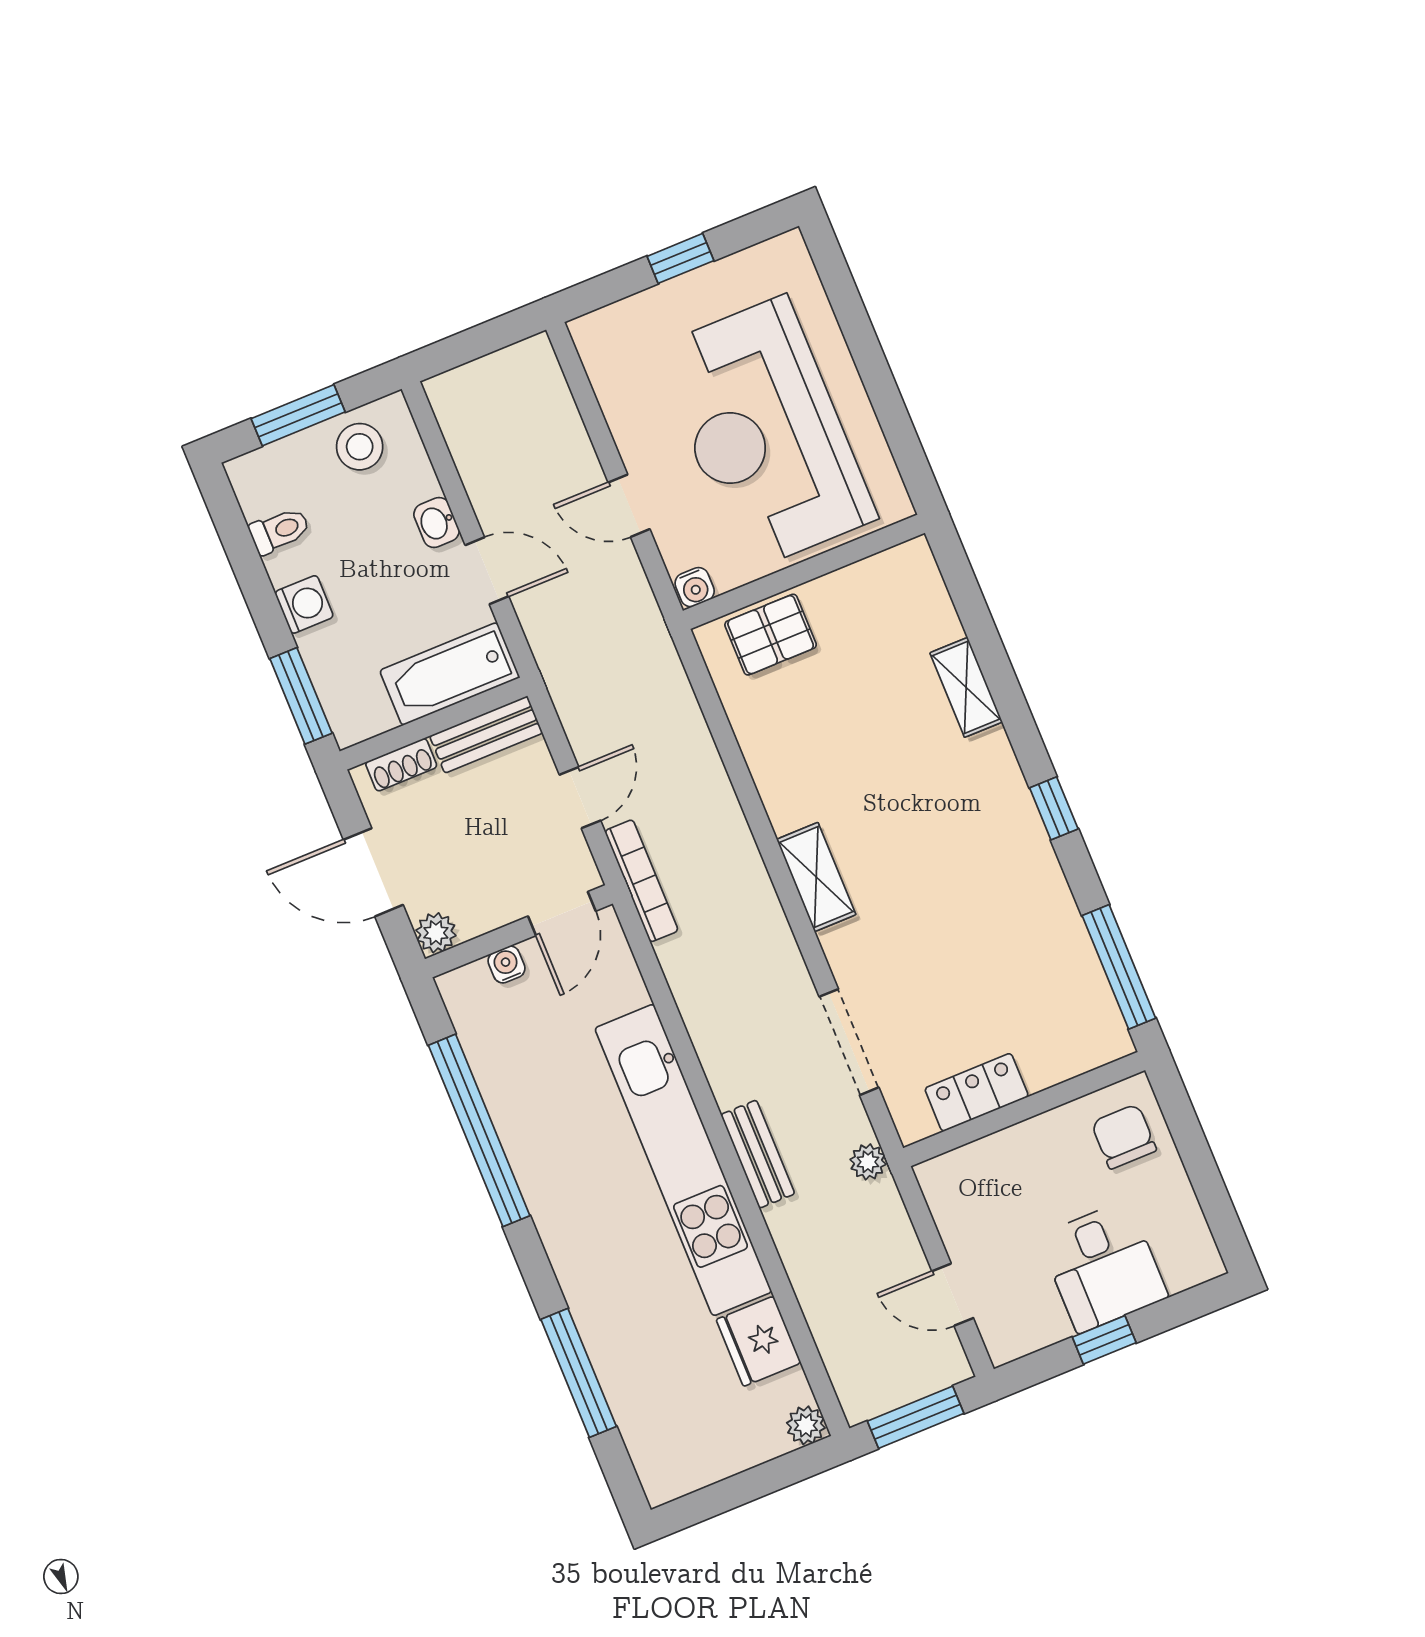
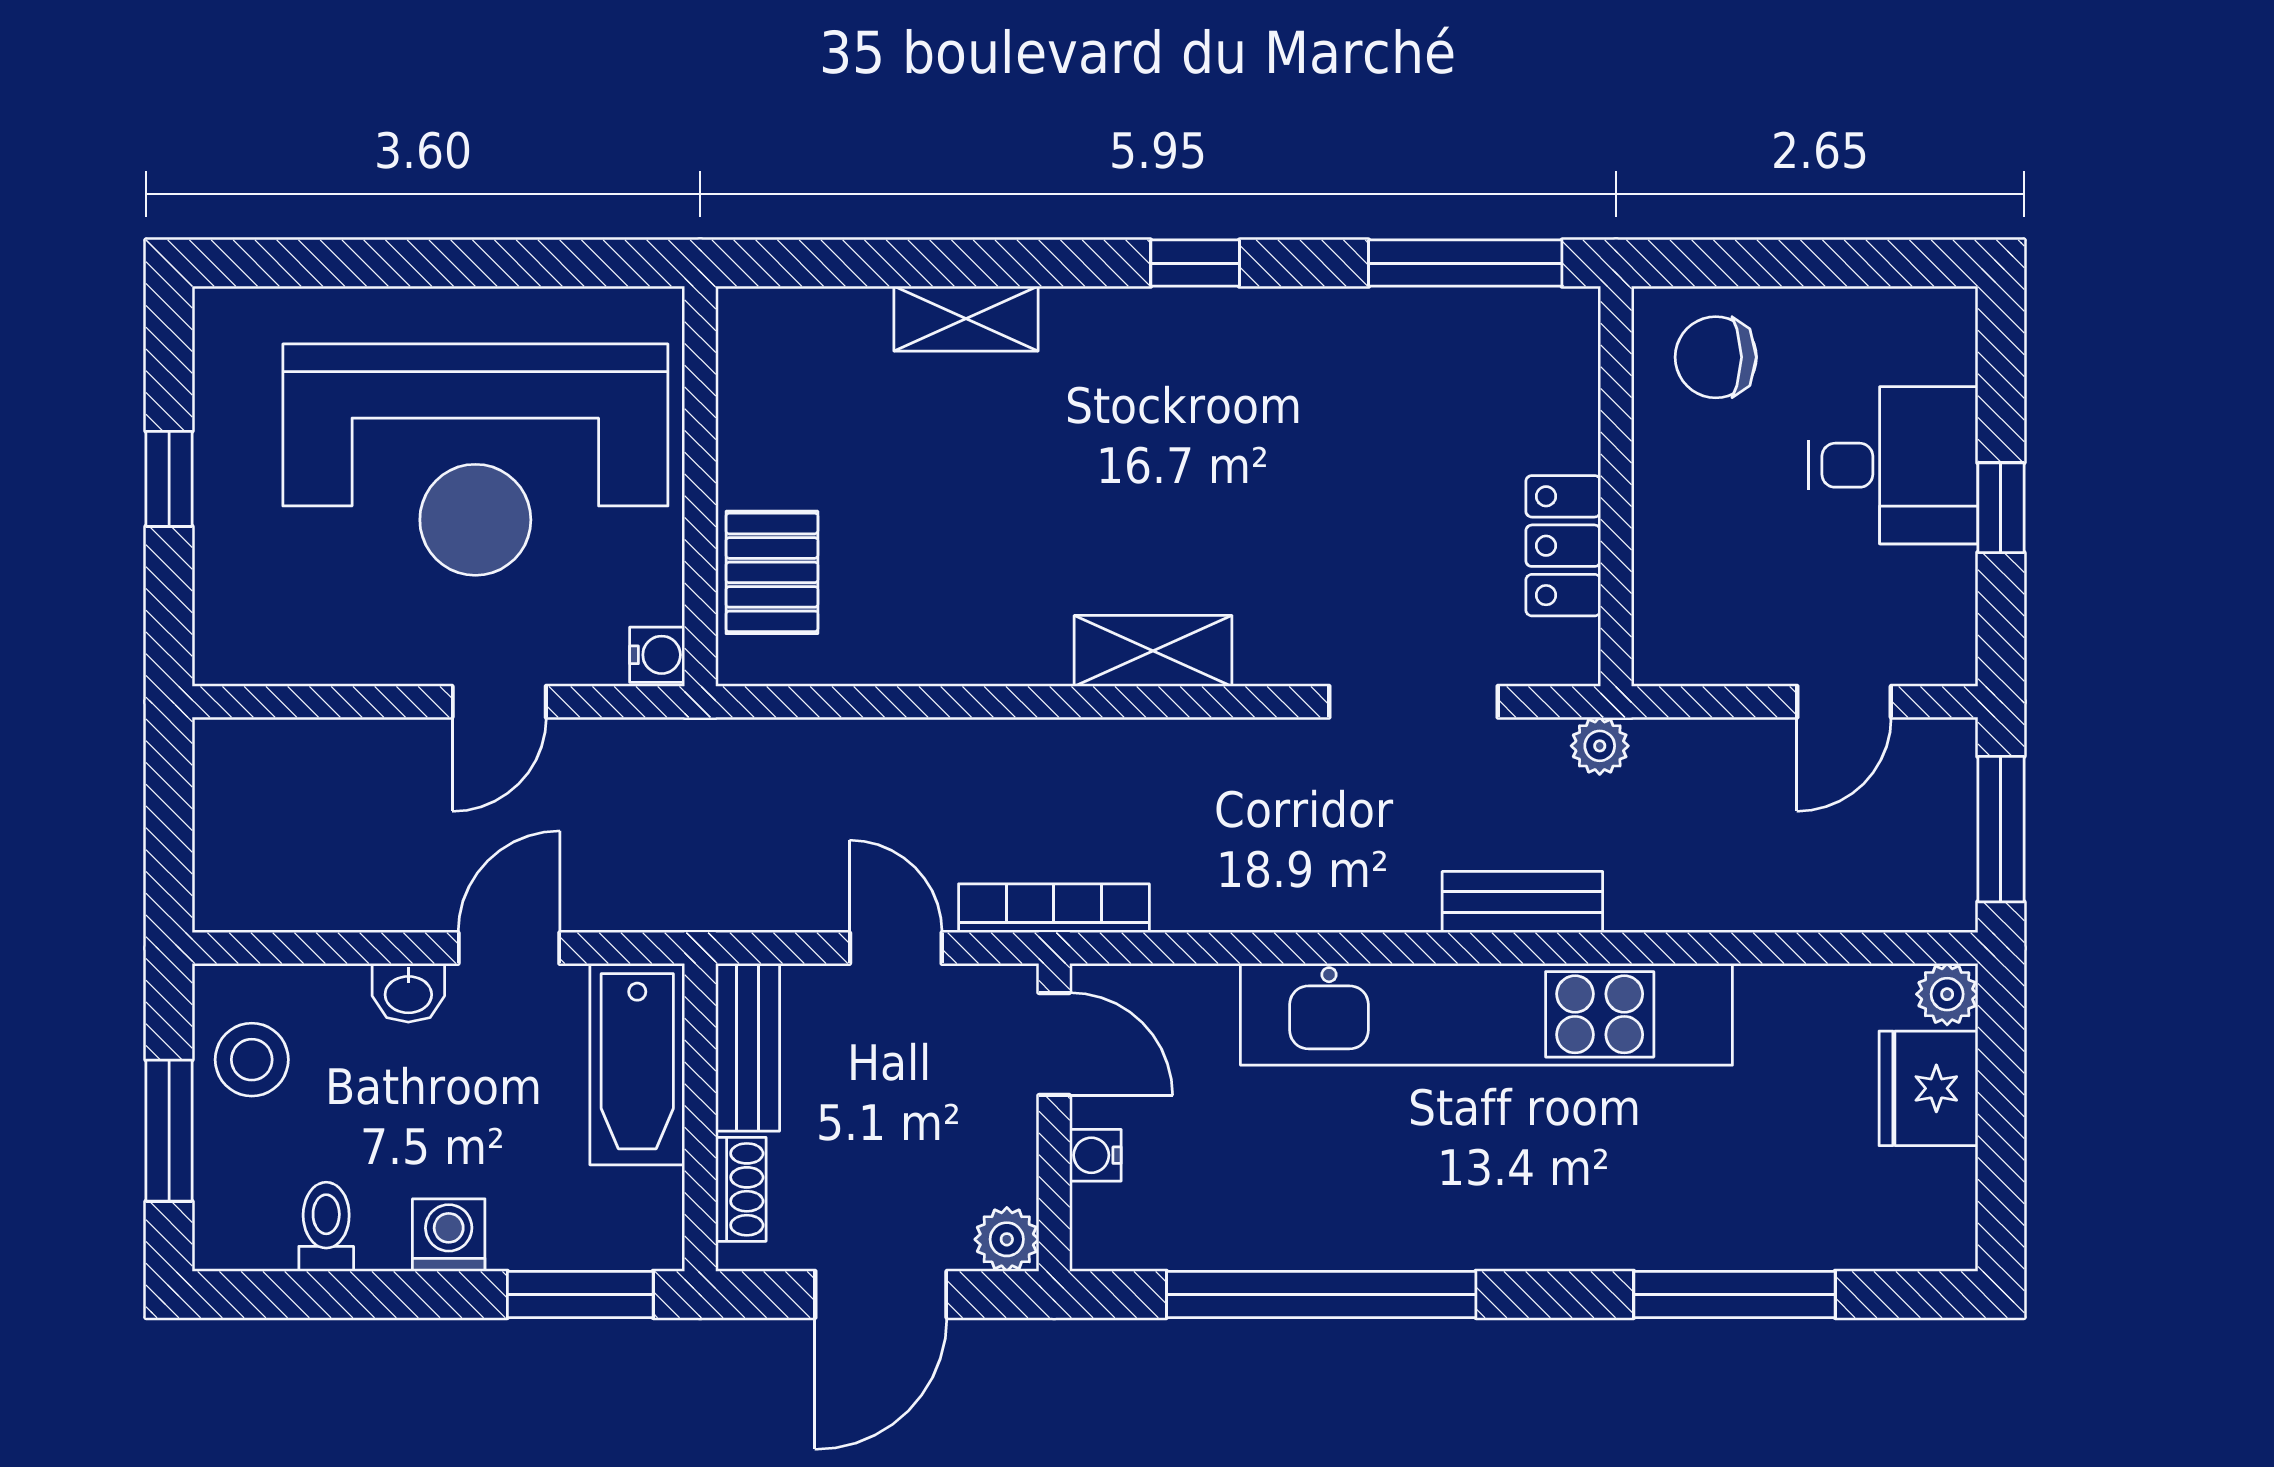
fridge: (759, 1341) -> (1928, 1088), moved, turned 90

